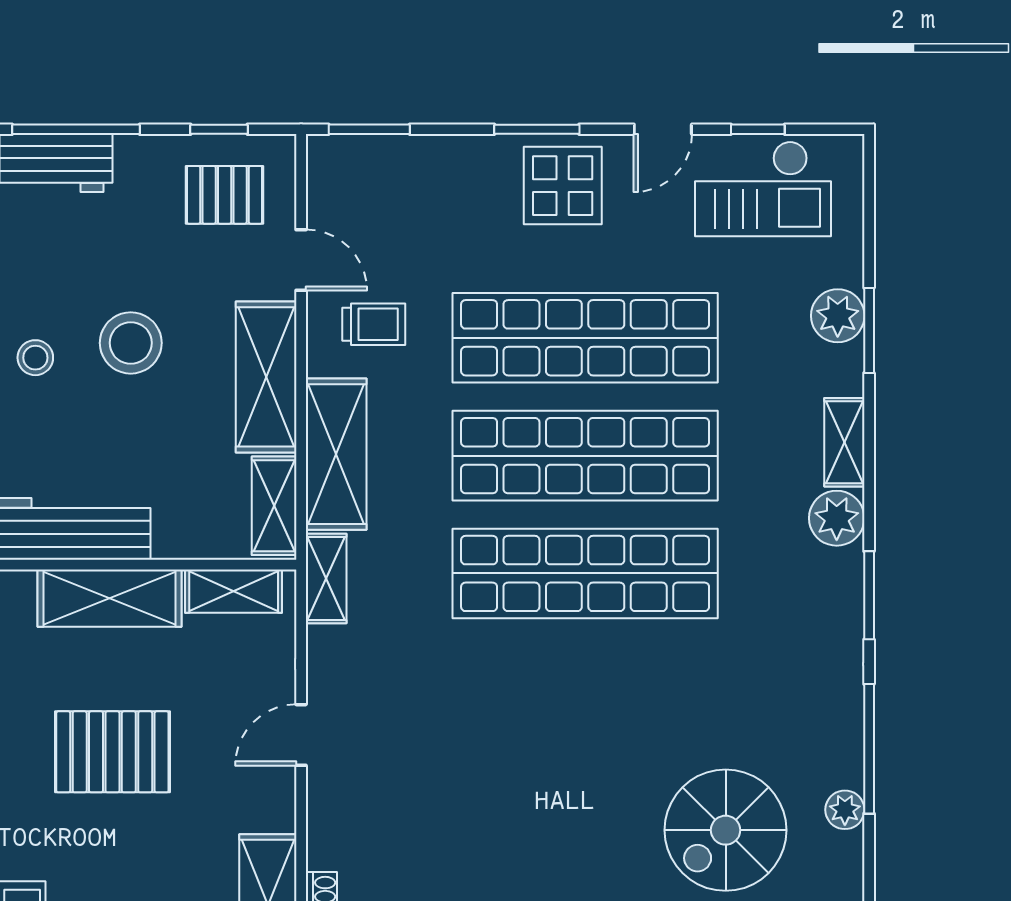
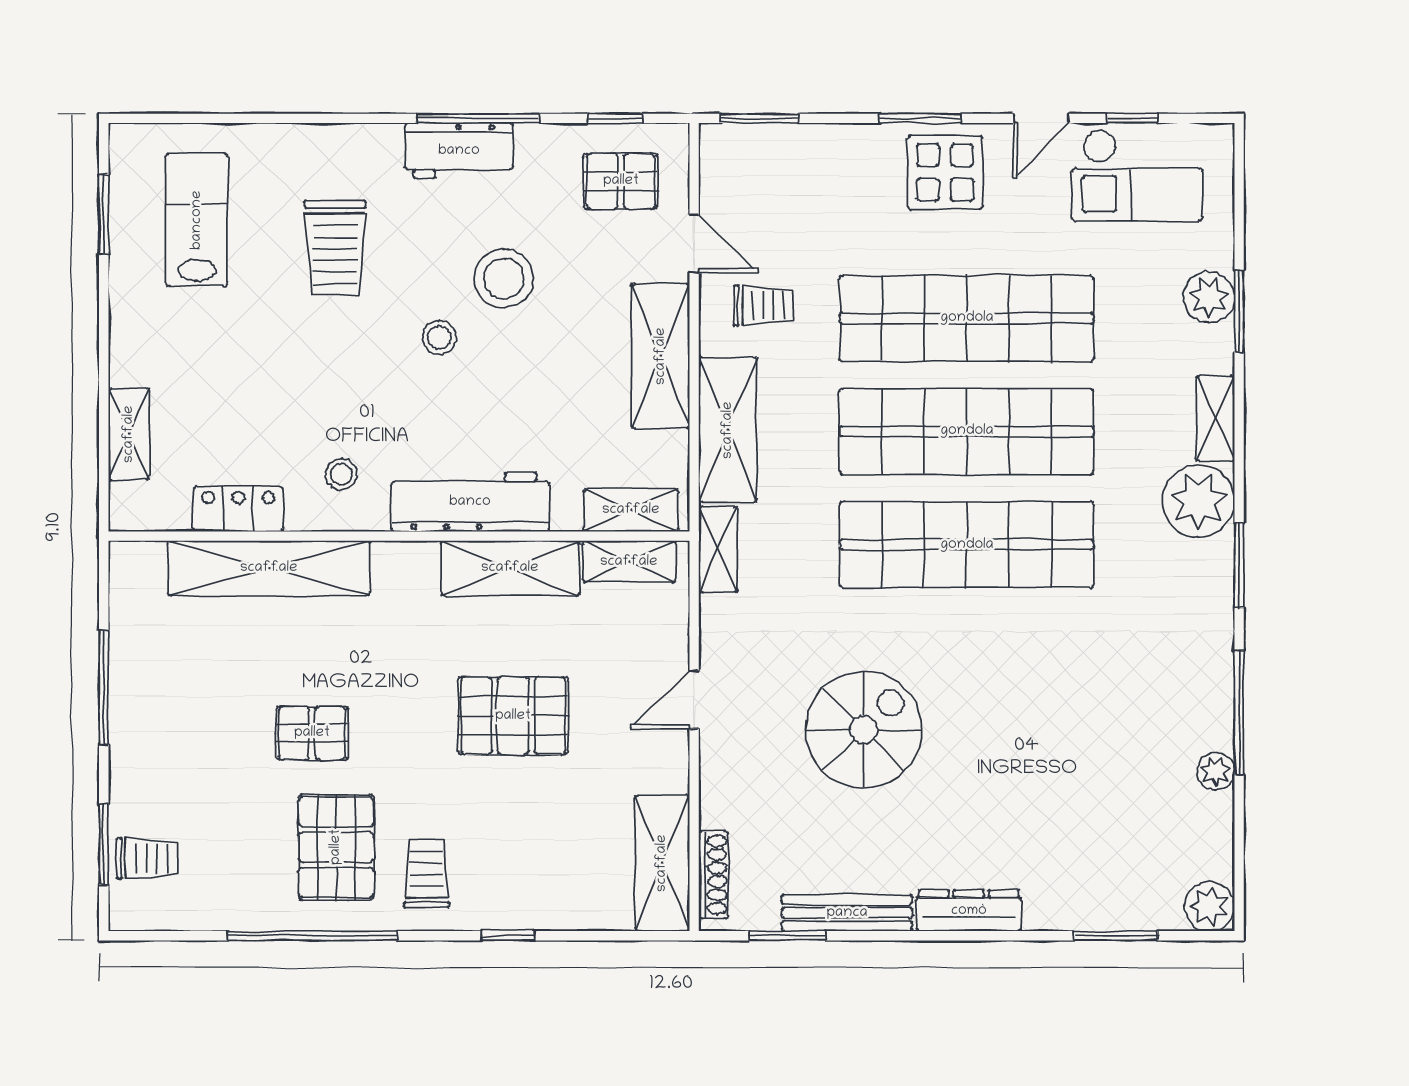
stool: (131, 343) -> (504, 278), moved
shelving: (274, 506) -> (631, 510), moved, turned 90
plant: (837, 518) -> (1198, 501), width x1.36, depth x1.36
spiral stairs: (726, 830) -> (864, 730), moved, turned 180

